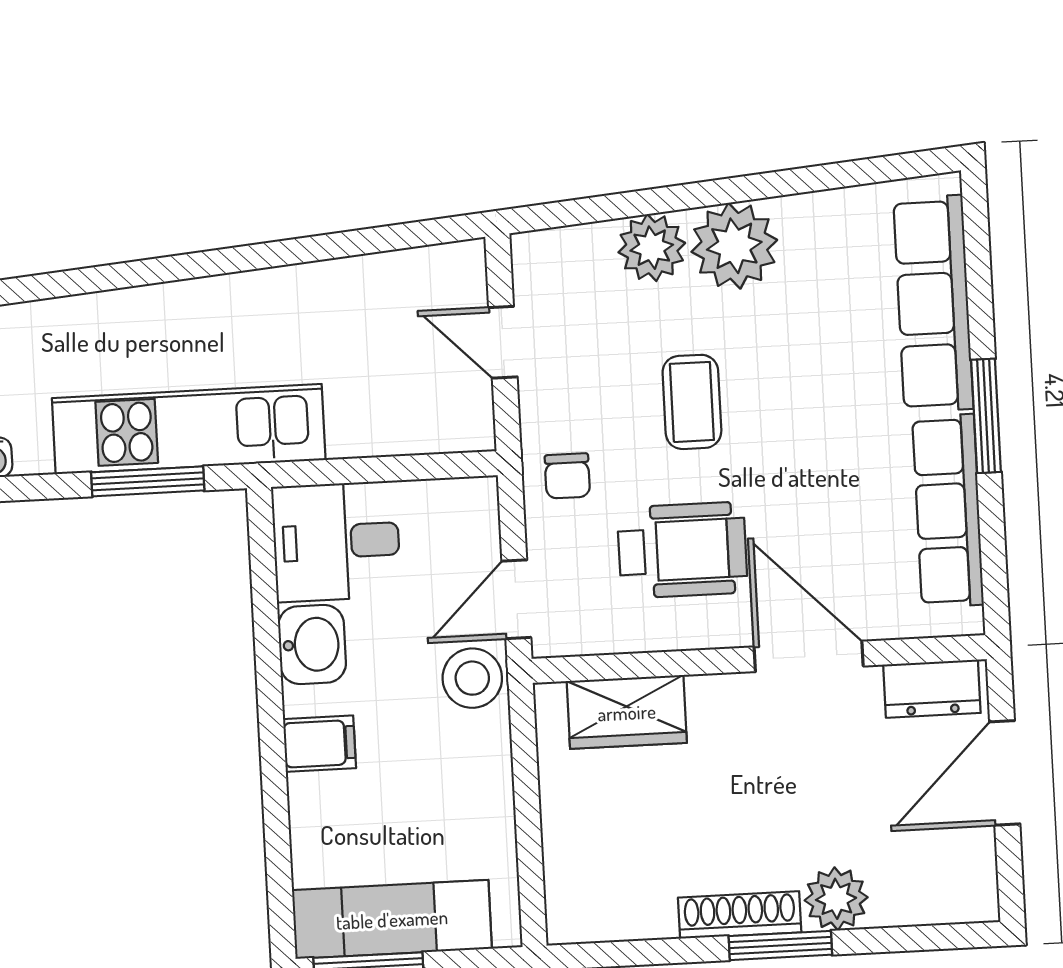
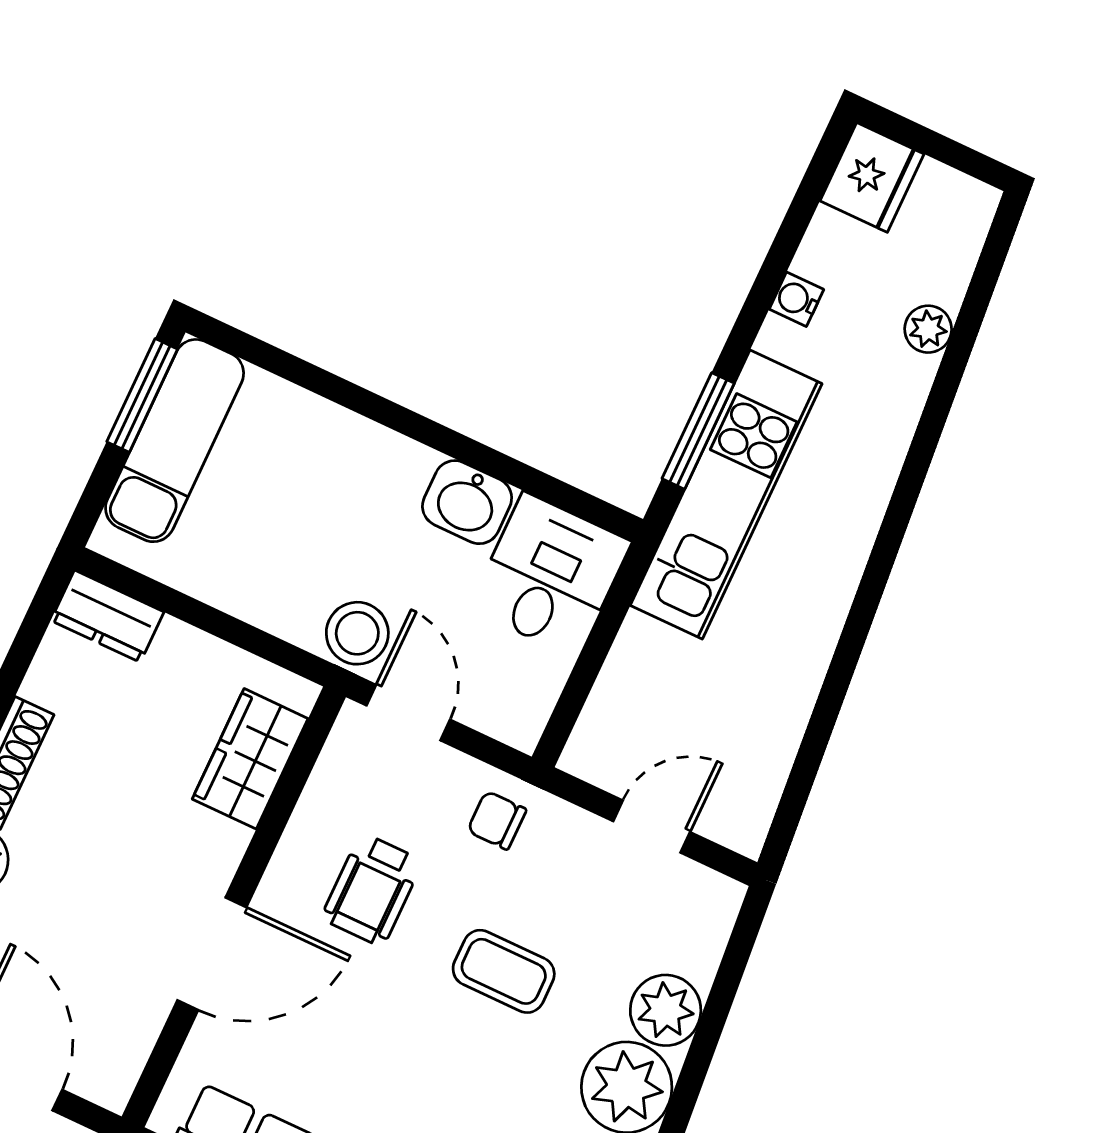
wheelchair: (682, 550) -> (372, 890), width x0.73, depth x0.73
dresser: (932, 689) -> (107, 616), moved, turned -90
filing cabinet: (319, 744) -> (372, 460), removed

